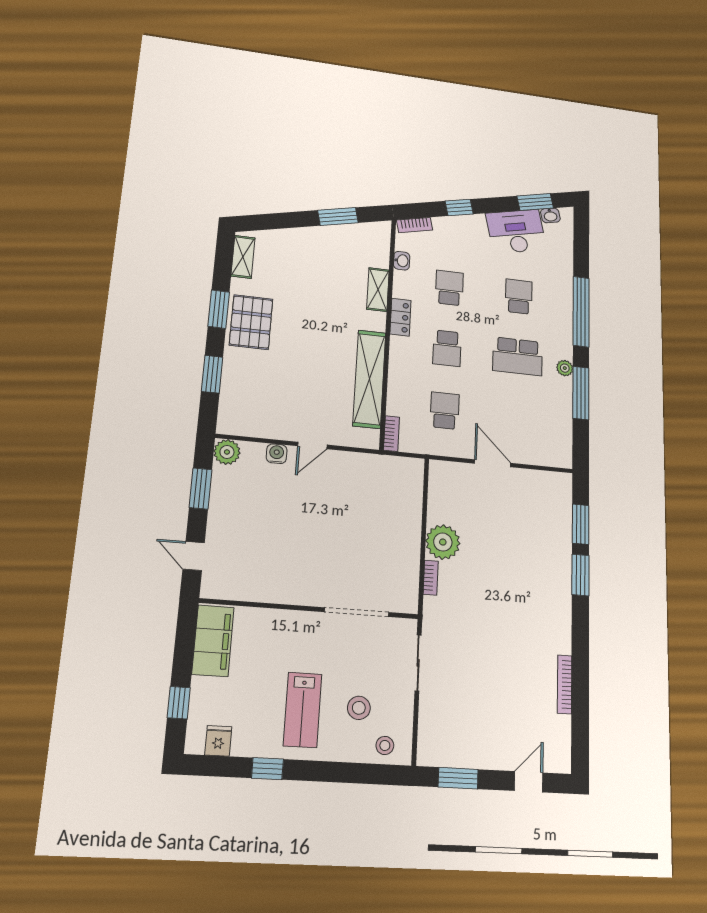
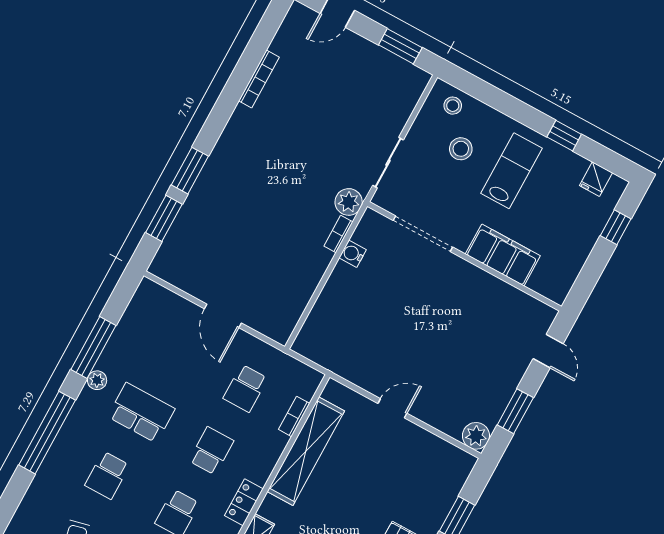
bookcase: (392, 434) -> (294, 416), moved
water cooler: (277, 454) -> (353, 254), moved, turned 90
plant: (443, 542) -> (349, 202), moved, width x0.73, depth x0.73
filing cabinet: (213, 641) -> (503, 255), moved, turned 90

